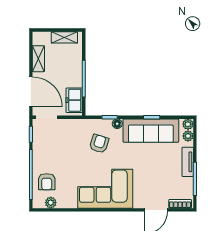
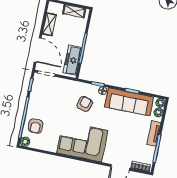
freezer: (74, 100) -> (72, 60), width x1.40
plant: (51, 203) -> (25, 142), moved

